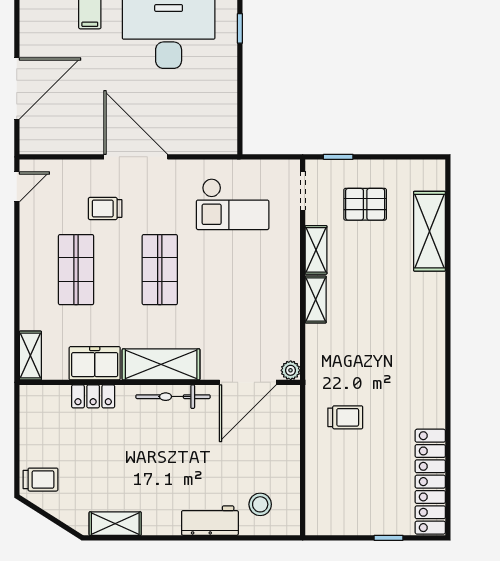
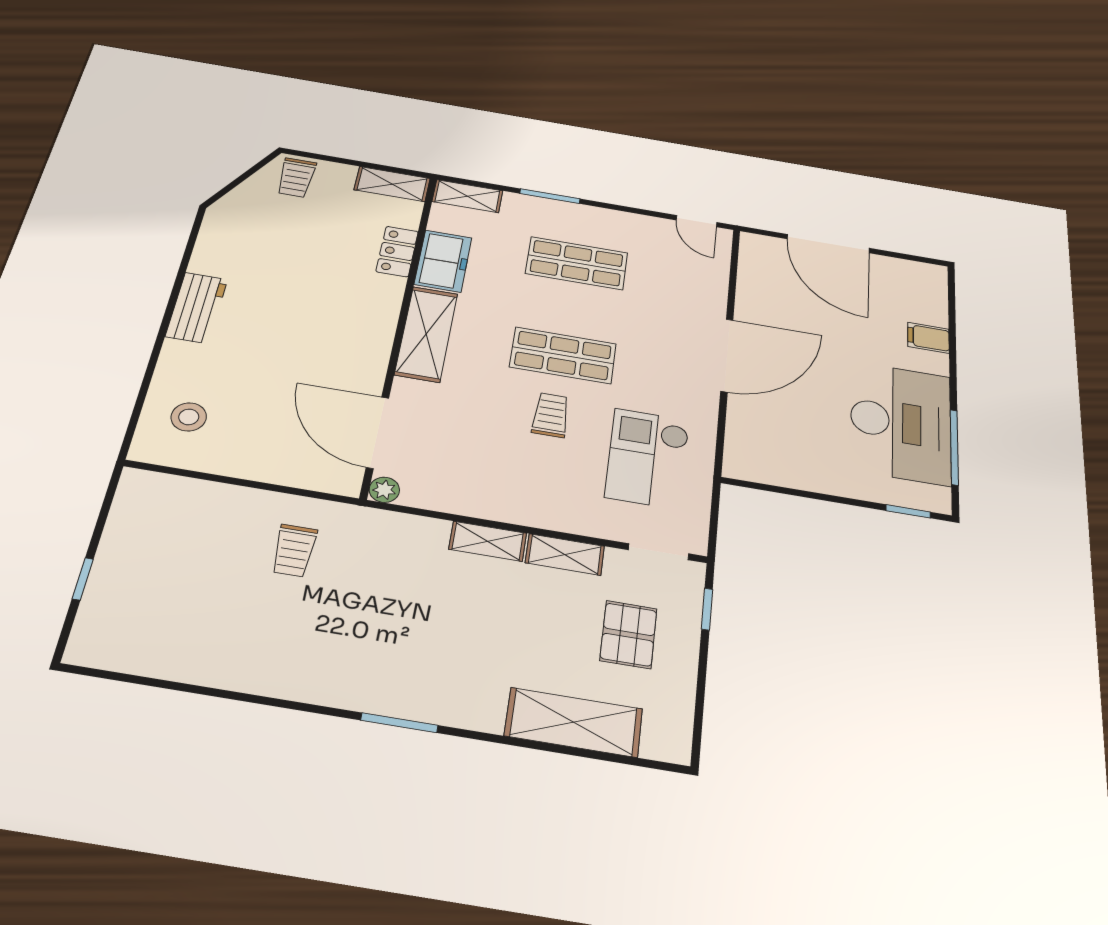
trolley: (105, 209) -> (551, 415), moved
window: (17, 296) -> (550, 196), added
window: (448, 333) -> (399, 723), added
bicycle: (173, 397) -> (377, 340), removed
locker: (430, 482) -> (157, 655), removed
workbench: (210, 521) -> (197, 308), moved
shelving: (115, 524) -> (392, 184), moved, turned 90

